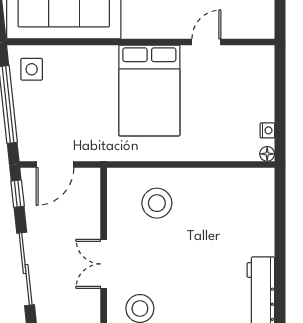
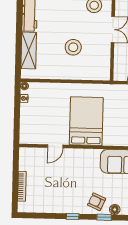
stool: (157, 203) -> (73, 47), moved
shelving: (261, 221) -> (29, 50), added

